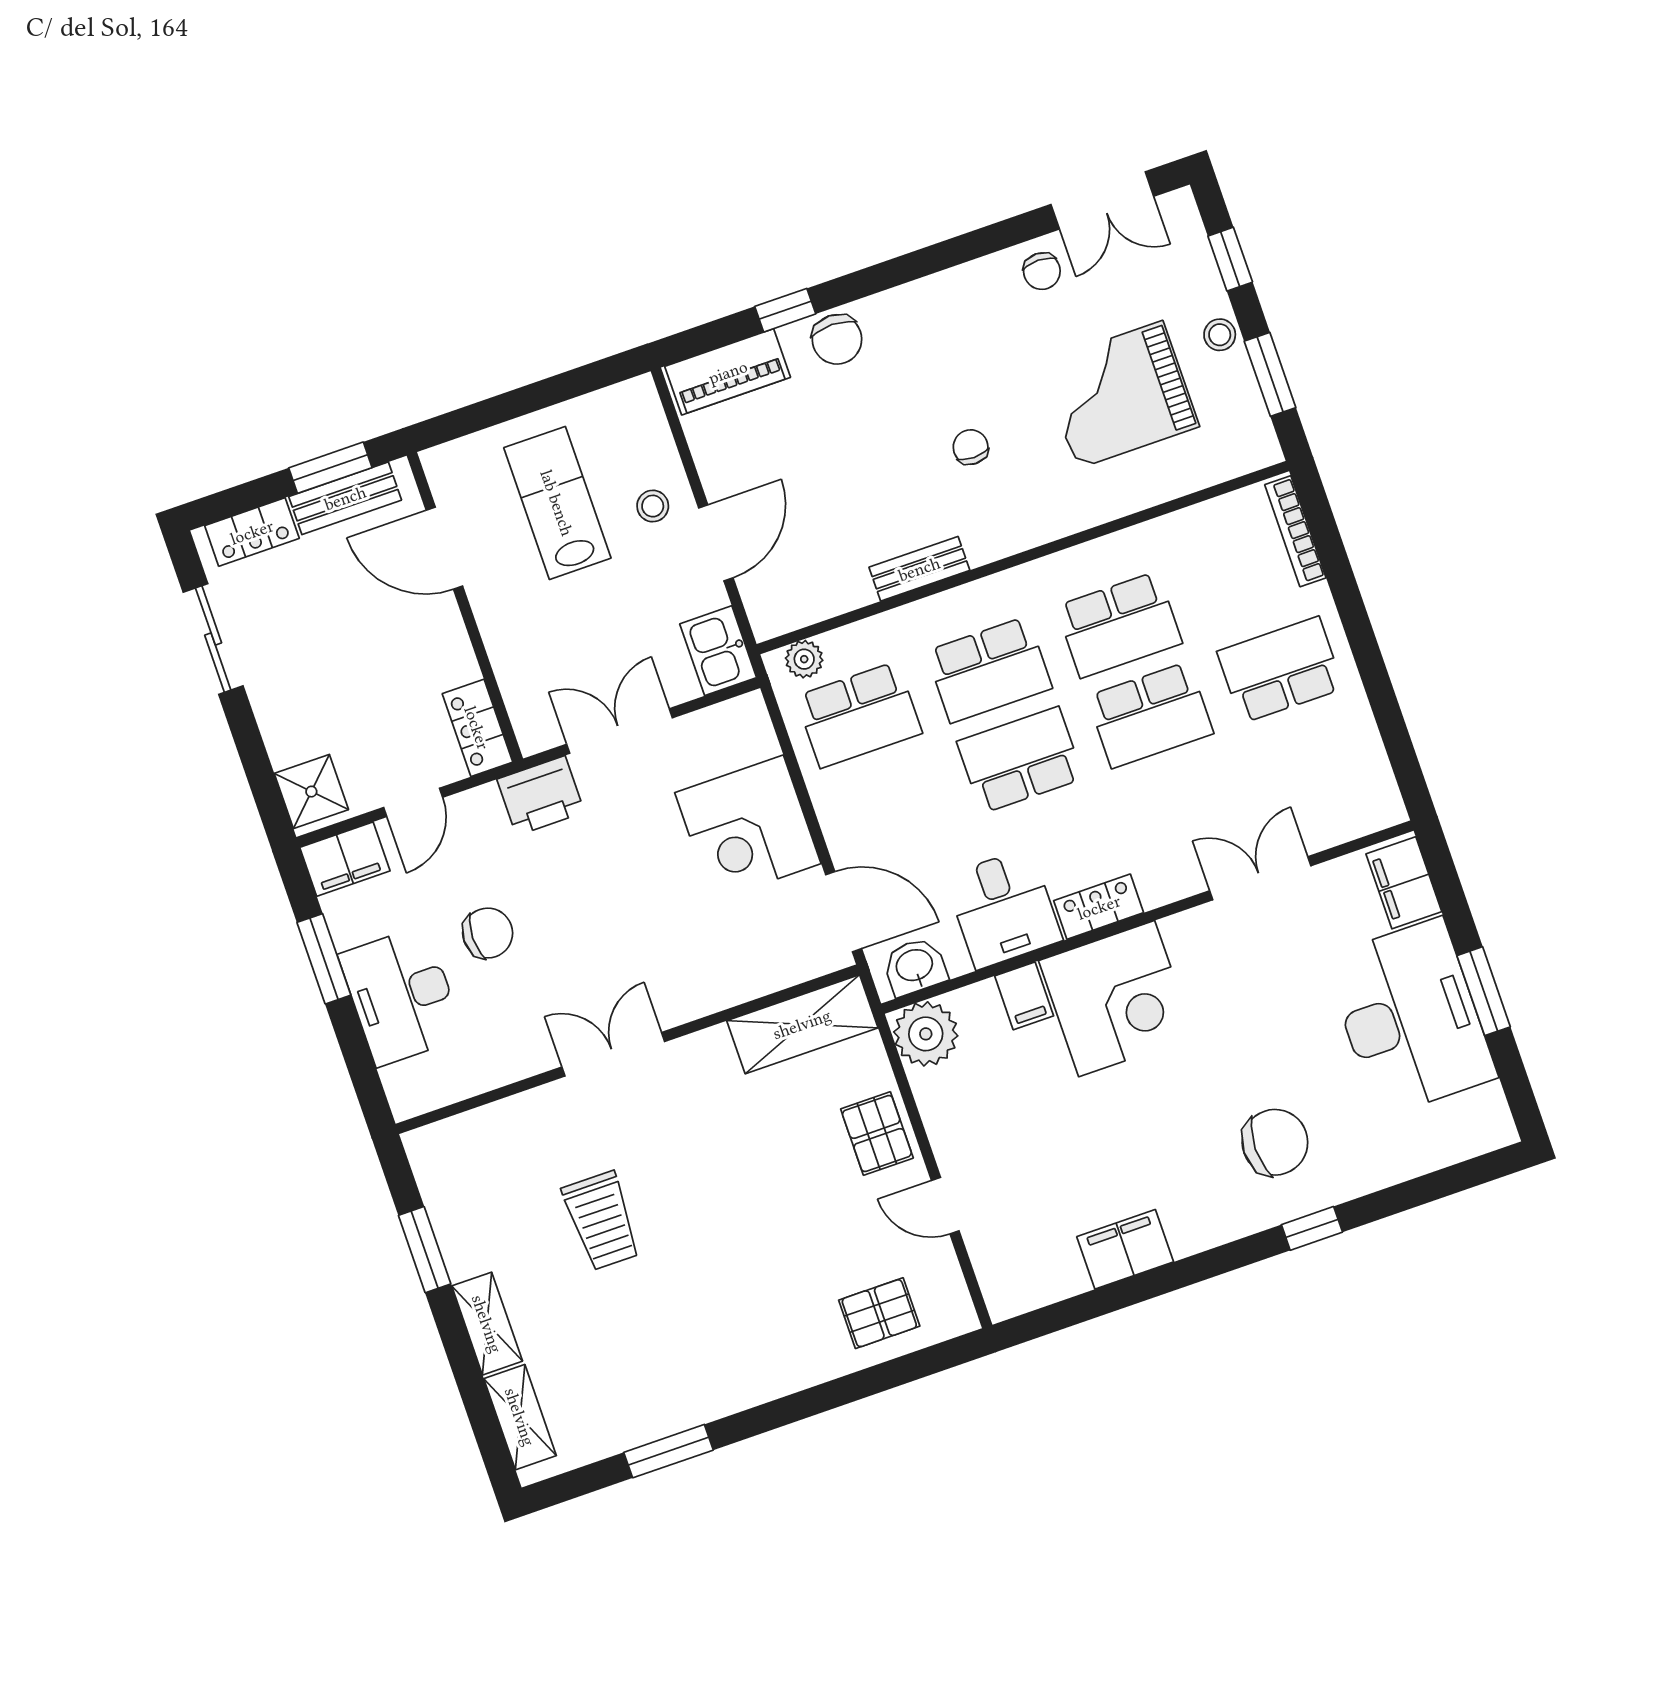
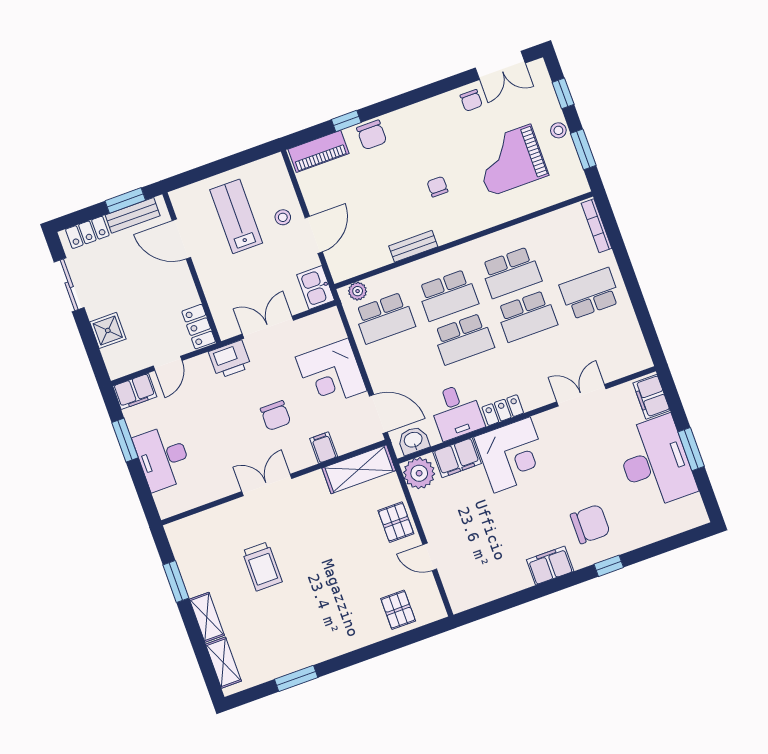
school desk: (1020, 760) -> (464, 339), turned 180
shower: (311, 792) -> (108, 330), moved
chair: (488, 933) -> (276, 416), moved, turned 90
filing cabinet: (731, 979) -> (324, 448), added
filing cabinet: (1024, 996) -> (457, 458), width x2.00
filing cabinet: (1125, 1249) -> (550, 565), moved
pallet: (879, 1313) -> (398, 610), turned 90

